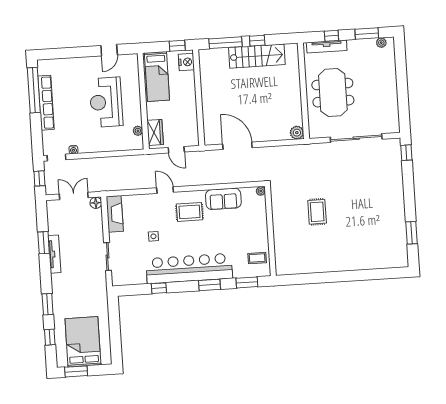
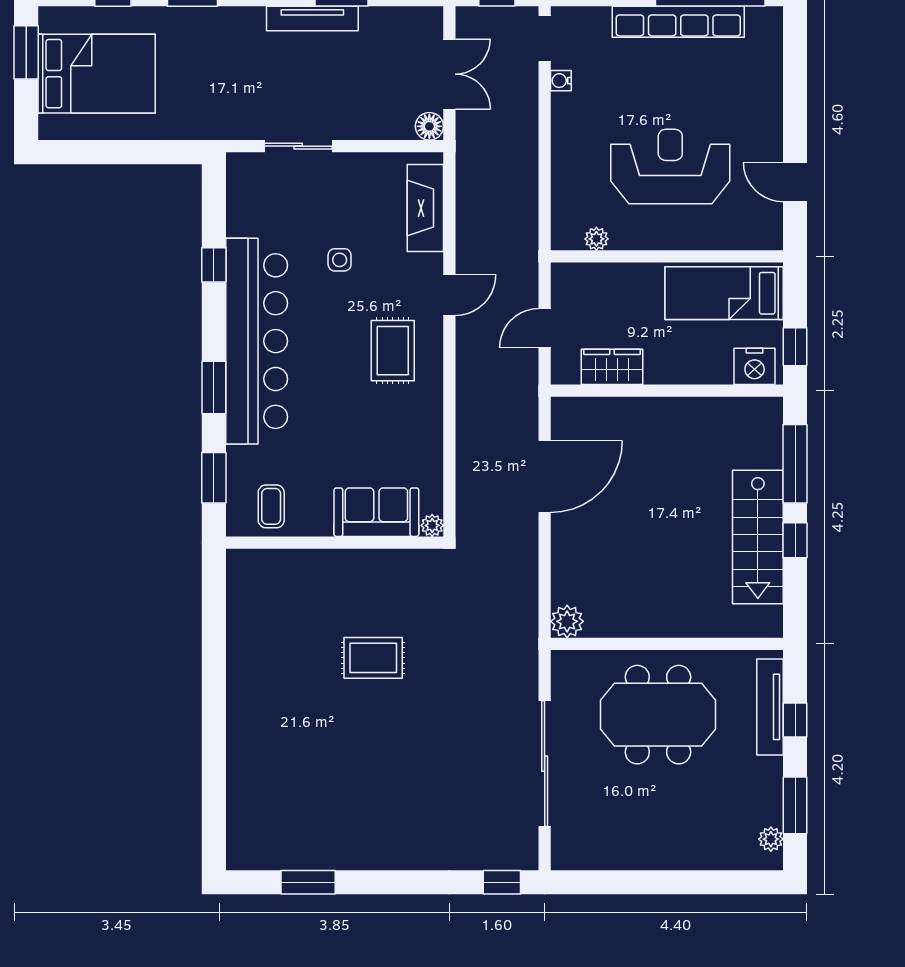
wardrobe: (155, 132) -> (612, 367), moved, turned 180
sofa: (223, 199) -> (376, 512), moved, turned 90
fireplace: (115, 214) -> (425, 208), moved, turned 90

